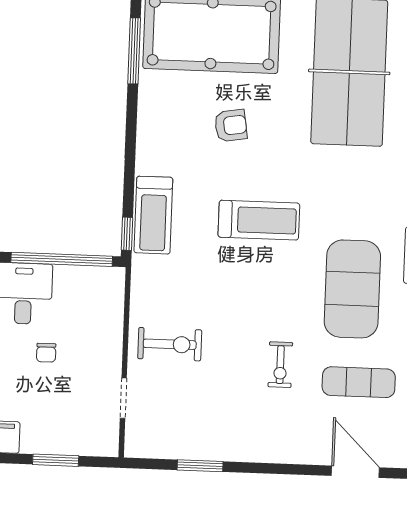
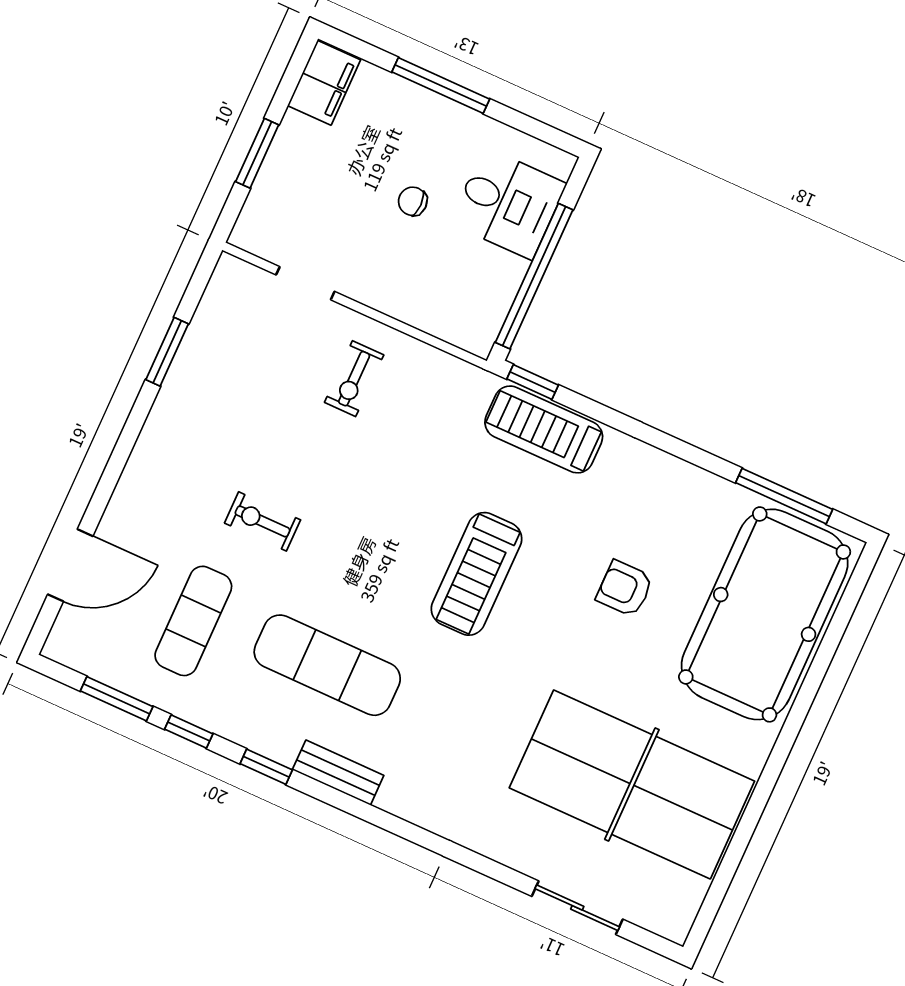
armchair: (231, 126) -> (625, 589), turned 99
exercise mat: (352, 289) -> (327, 665), width x0.68
exercise bike: (170, 344) -> (354, 379), width x0.73, depth x0.72

